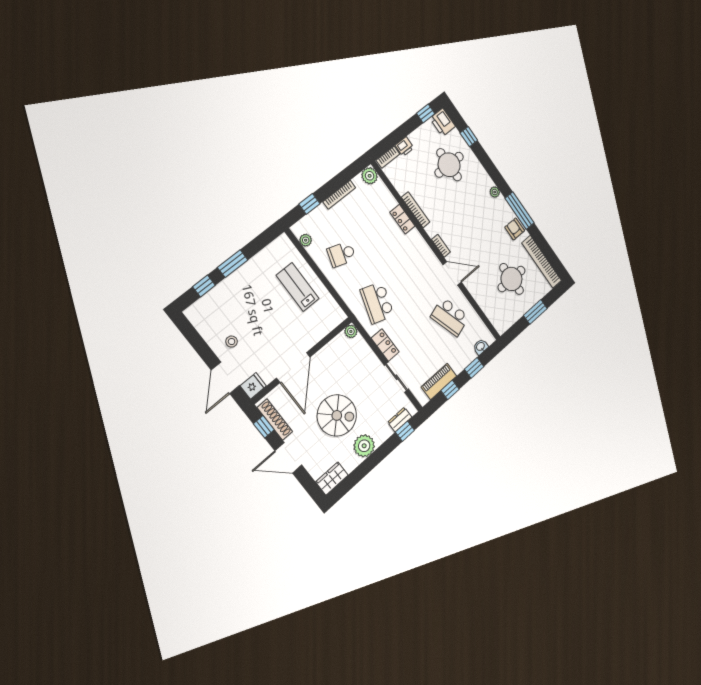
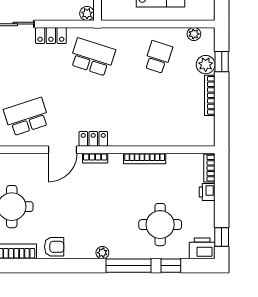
plant: (370, 176) -> (206, 65), moved
window: (520, 211) -> (129, 266), moved
locker: (402, 219) -> (93, 139), moved

